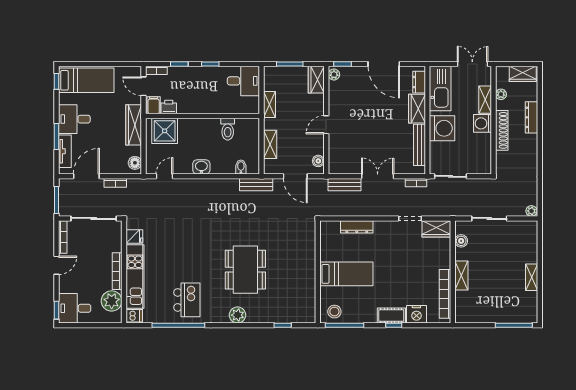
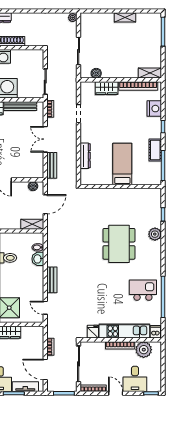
shelving: (270, 144) -> (32, 224), moved
floor lamp: (135, 163) -> (35, 331), removed
washbasin: (201, 167) -> (38, 259), moved
bench: (256, 185) -> (52, 280), moved
wardrobe: (436, 229) -> (107, 88), moved, turned 90
dining table: (245, 270) -> (119, 244), turned 90
shelving: (461, 275) -> (150, 73), moved
desk: (75, 308) -> (135, 379), moved
stool: (334, 312) -> (152, 173), removed
plant: (238, 315) -> (155, 234), moved
cot: (391, 315) -> (155, 150), moved

